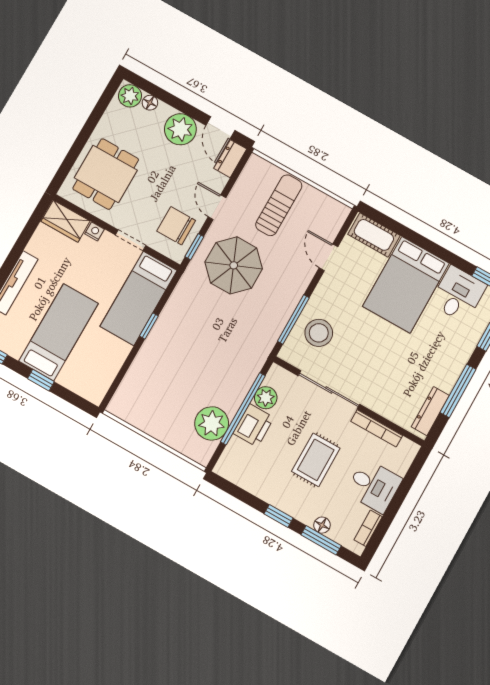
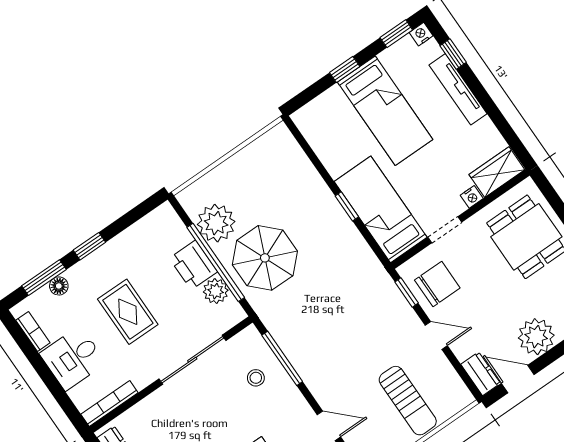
parasol: (234, 265) -> (265, 258), moved
stool: (319, 333) -> (256, 378), width x0.53, depth x0.53
bookcase: (377, 428) -> (109, 403), moved

